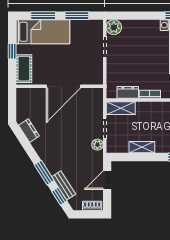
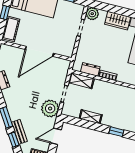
wardrobe: (145, 28) -> (118, 21), added
plant: (97, 145) -> (50, 108), width x1.88, depth x1.88

